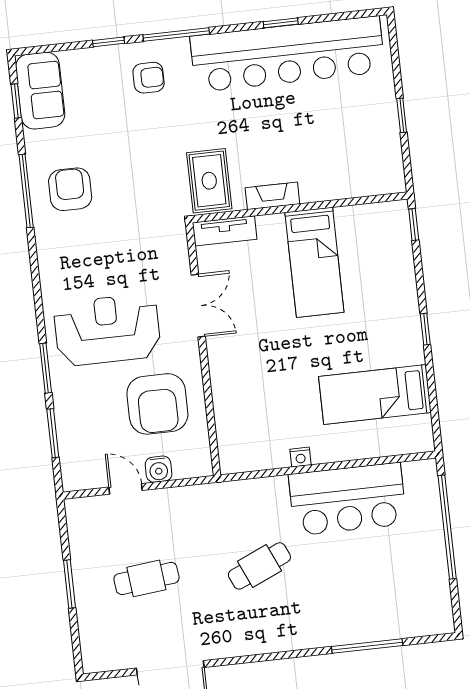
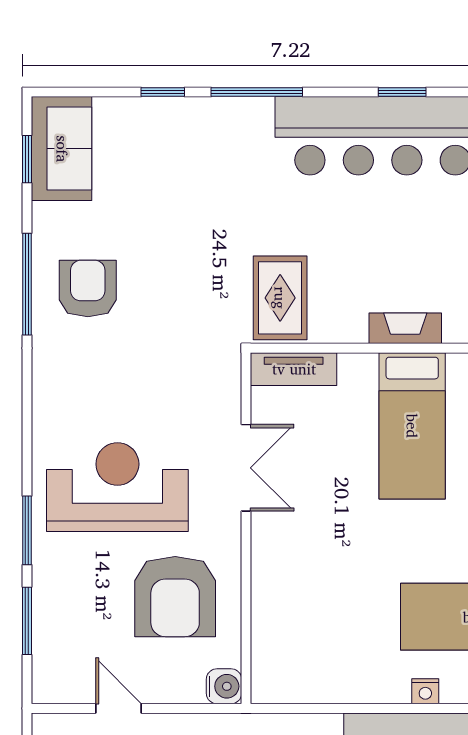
armchair: (149, 78) -> (212, 147), removed
fireplace: (272, 196) -> (405, 328), moved
nightstand: (300, 457) -> (425, 691), moved
water cooler: (159, 469) -> (224, 686), moved, turned -90

